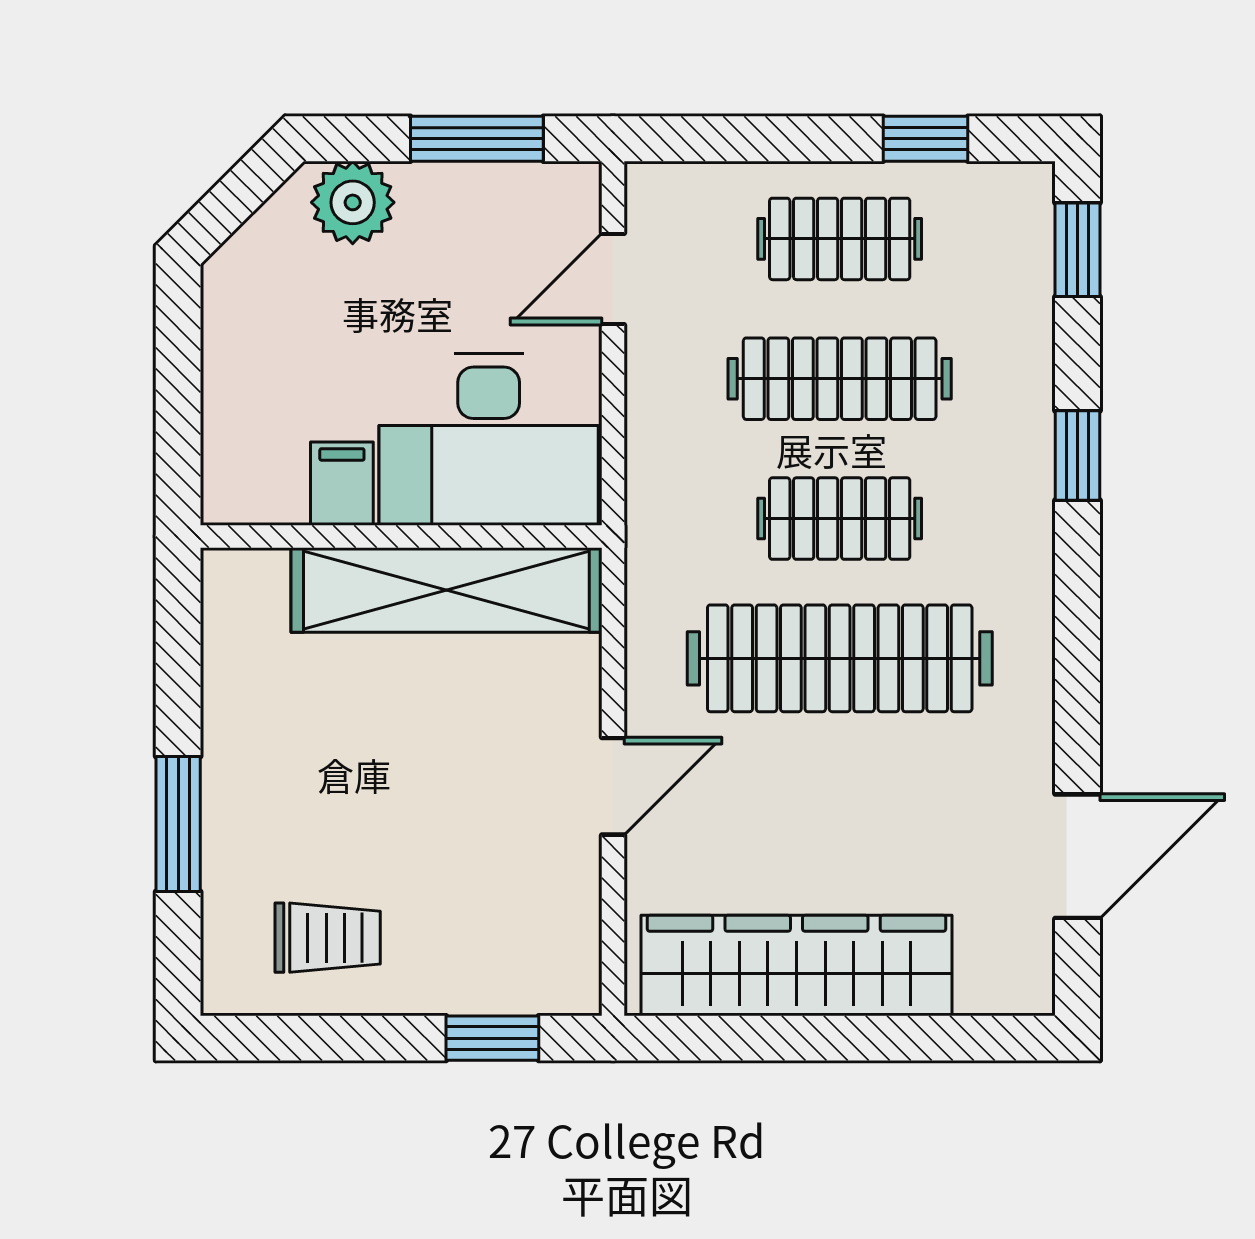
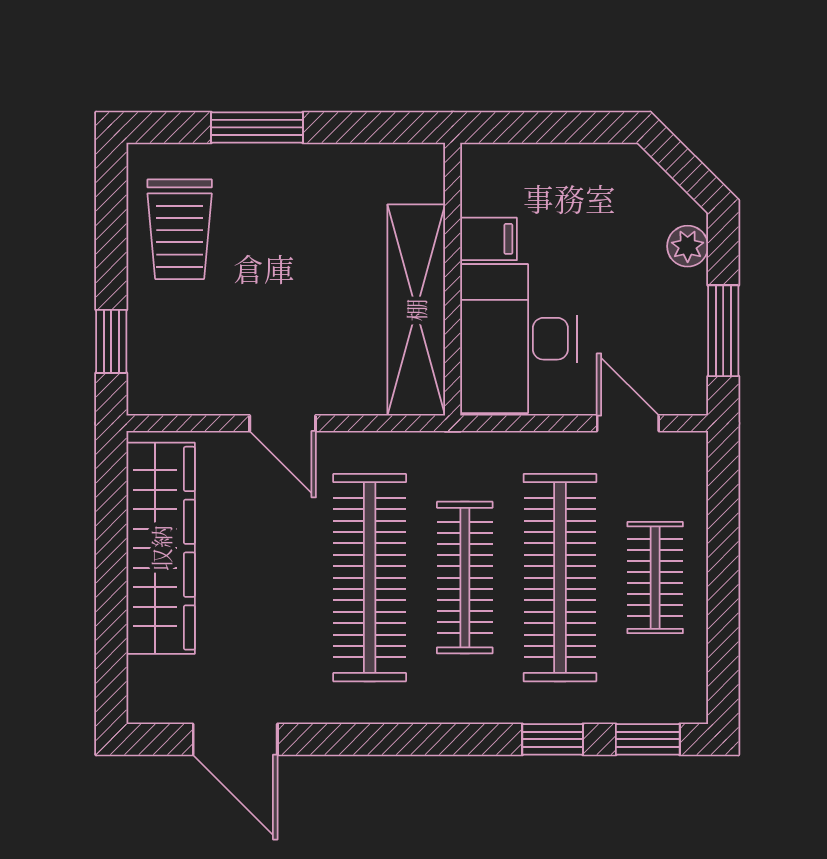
window: (926, 139) -> (723, 636), removed
plant: (353, 202) -> (688, 246), width x0.73, depth x0.73
clothes rail: (840, 379) -> (560, 578), width x1.37, depth x1.31
window: (1078, 455) -> (553, 739), moved
clothes rail: (840, 519) -> (465, 578), width x1.36
trolley: (328, 938) -> (180, 229), width x1.36, depth x1.39

